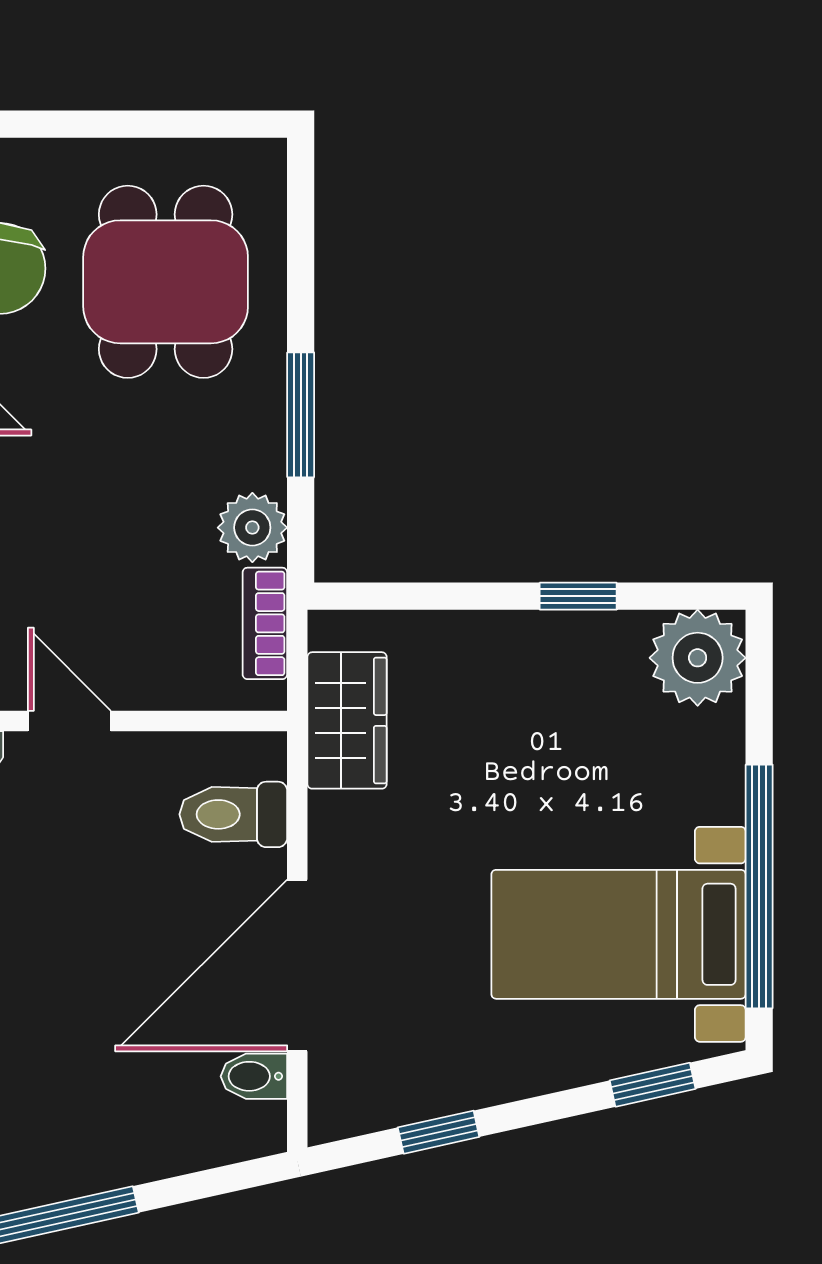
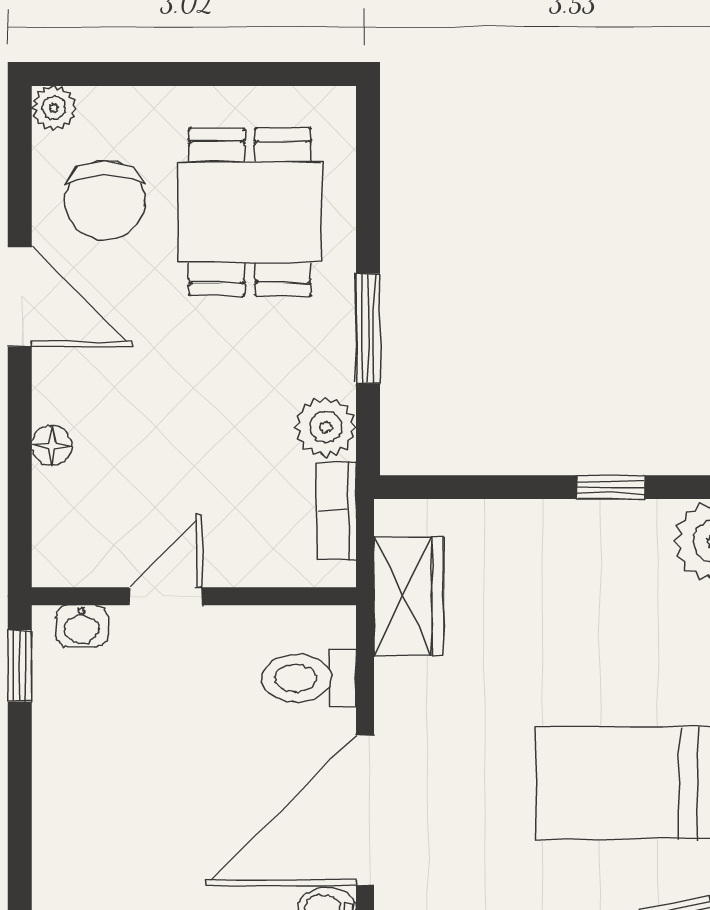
door: (69, 721) -> (166, 596), hinge flipped

